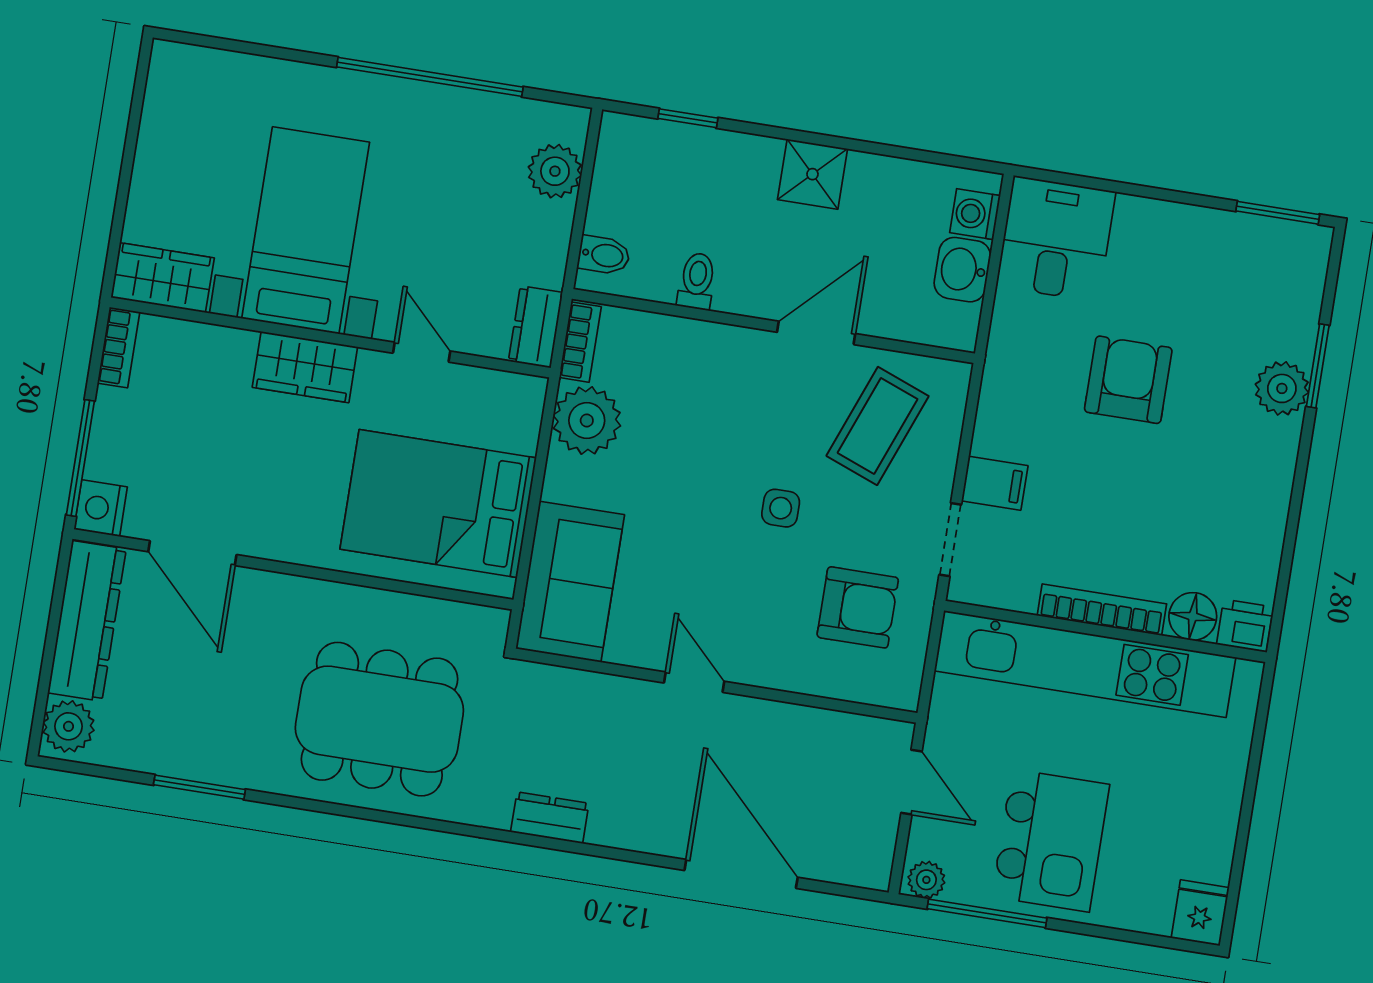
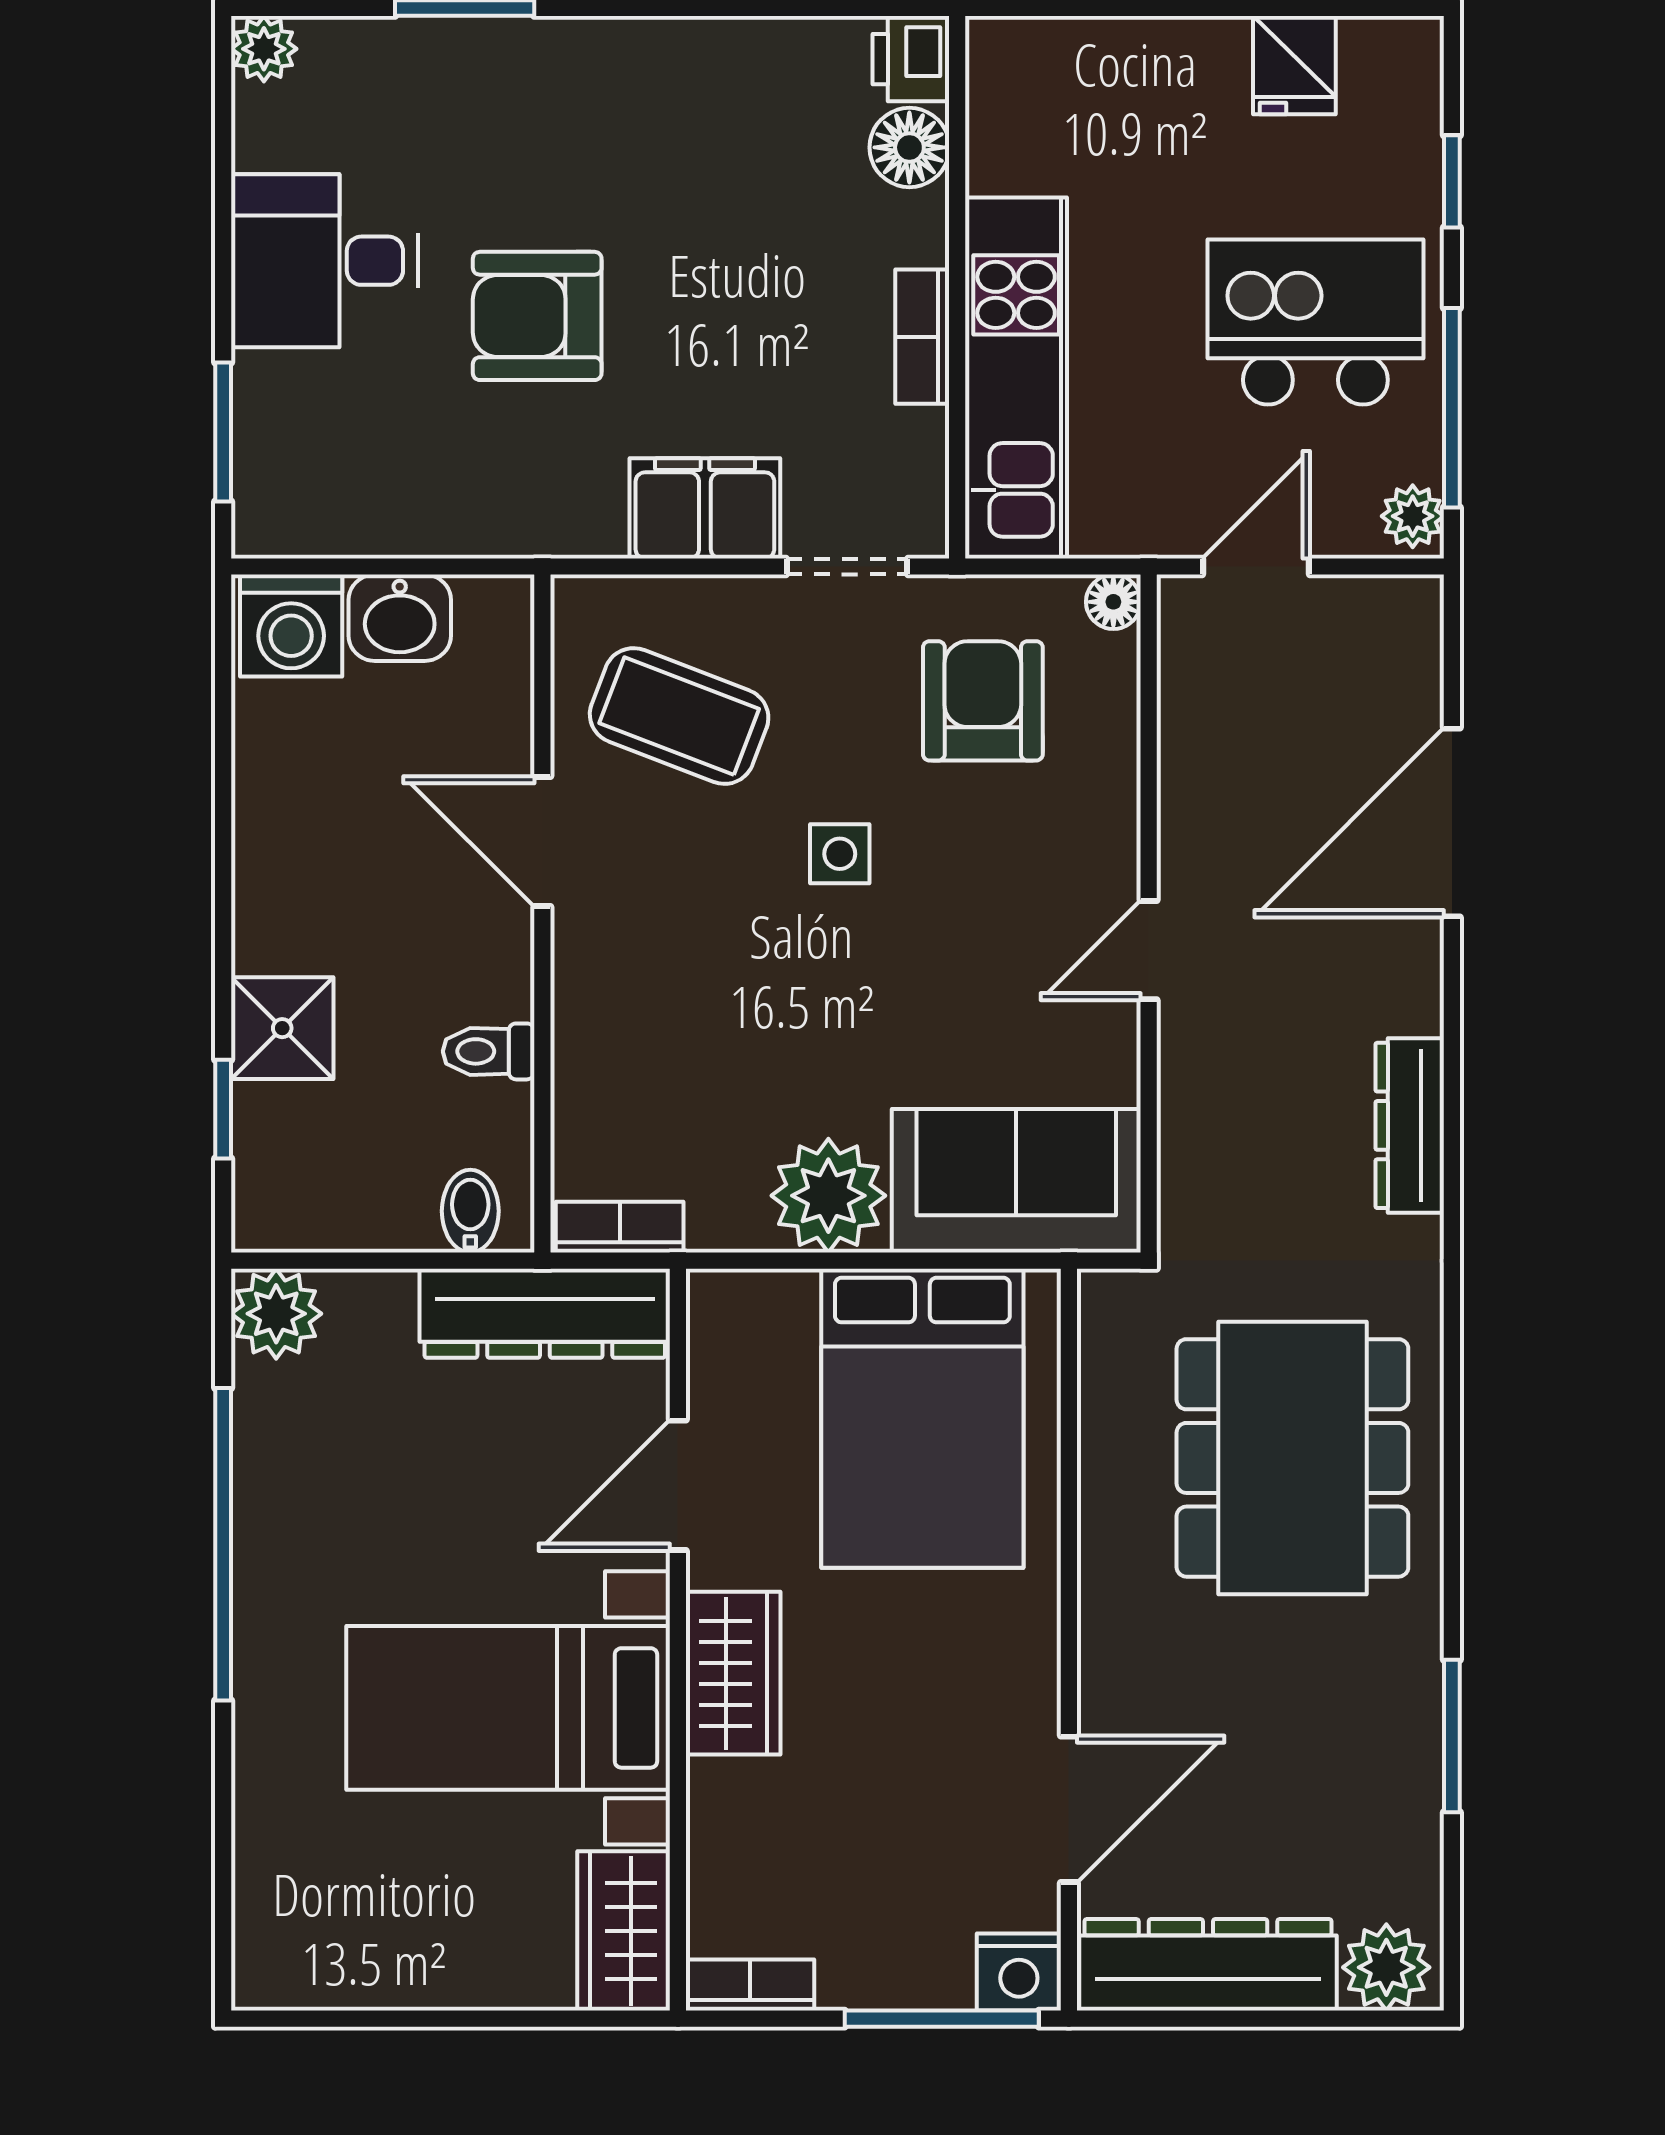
plant: (555, 171) -> (276, 1314), moved
shower: (812, 174) -> (282, 1028), moved
window: (1278, 213) -> (223, 432), moved
washing machine: (975, 214) -> (291, 626), width x1.38, depth x1.38
desk: (1056, 239) -> (325, 261), moved
dresser: (536, 327) -> (545, 1313), width x1.96, depth x1.24
door: (422, 352) -> (678, 1485), width x1.38
plant: (1282, 388) -> (264, 49), moved, width x0.73, depth x0.73
plant: (587, 420) -> (828, 1196), moved
filing cabinet: (995, 483) -> (705, 508), width x2.00
bookcase: (1102, 610) -> (922, 337), width x0.64
kitchen unit: (1085, 664) -> (1016, 378), width x0.73
floor lamp: (904, 694) -> (1113, 602), added
dresser: (550, 818) -> (1410, 1125), width x1.44
fridge: (1200, 913) -> (1294, 65), moved, turned -90
window: (1121, 935) -> (1452, 181), added

